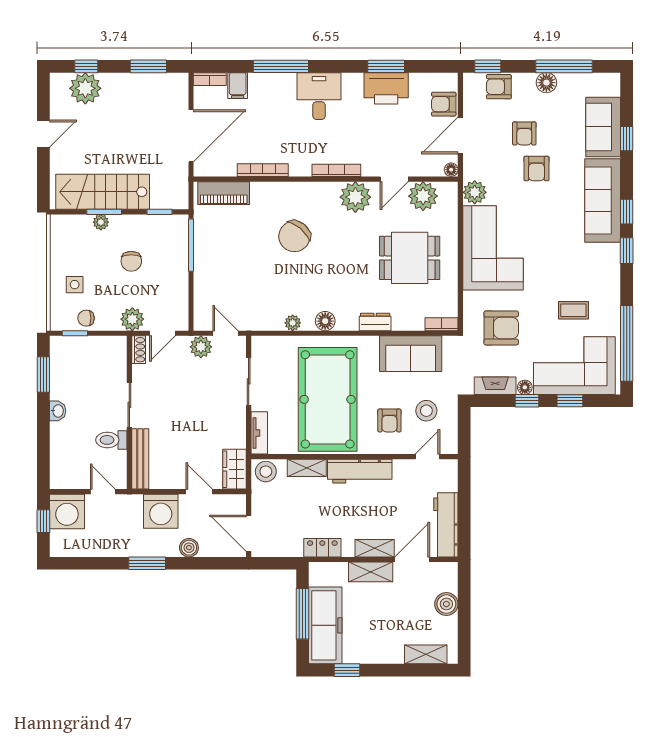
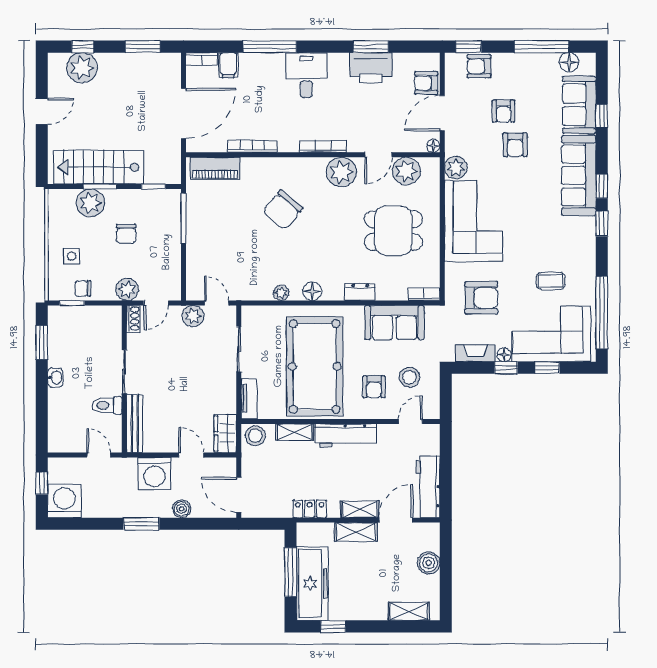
floor lamp: (546, 83) -> (569, 62), moved
plant: (101, 222) -> (90, 203), width x1.88, depth x1.88
washing machine: (67, 512) -> (64, 501), moved, turned 180

